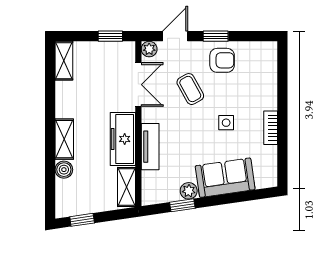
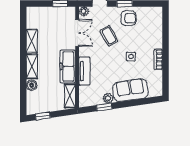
shelving: (64, 61) -> (32, 41), moved

